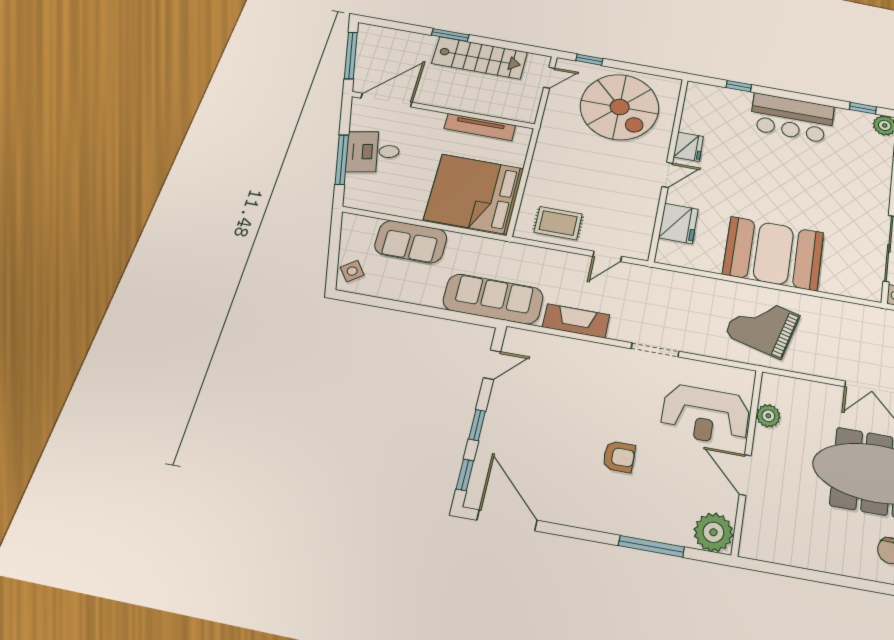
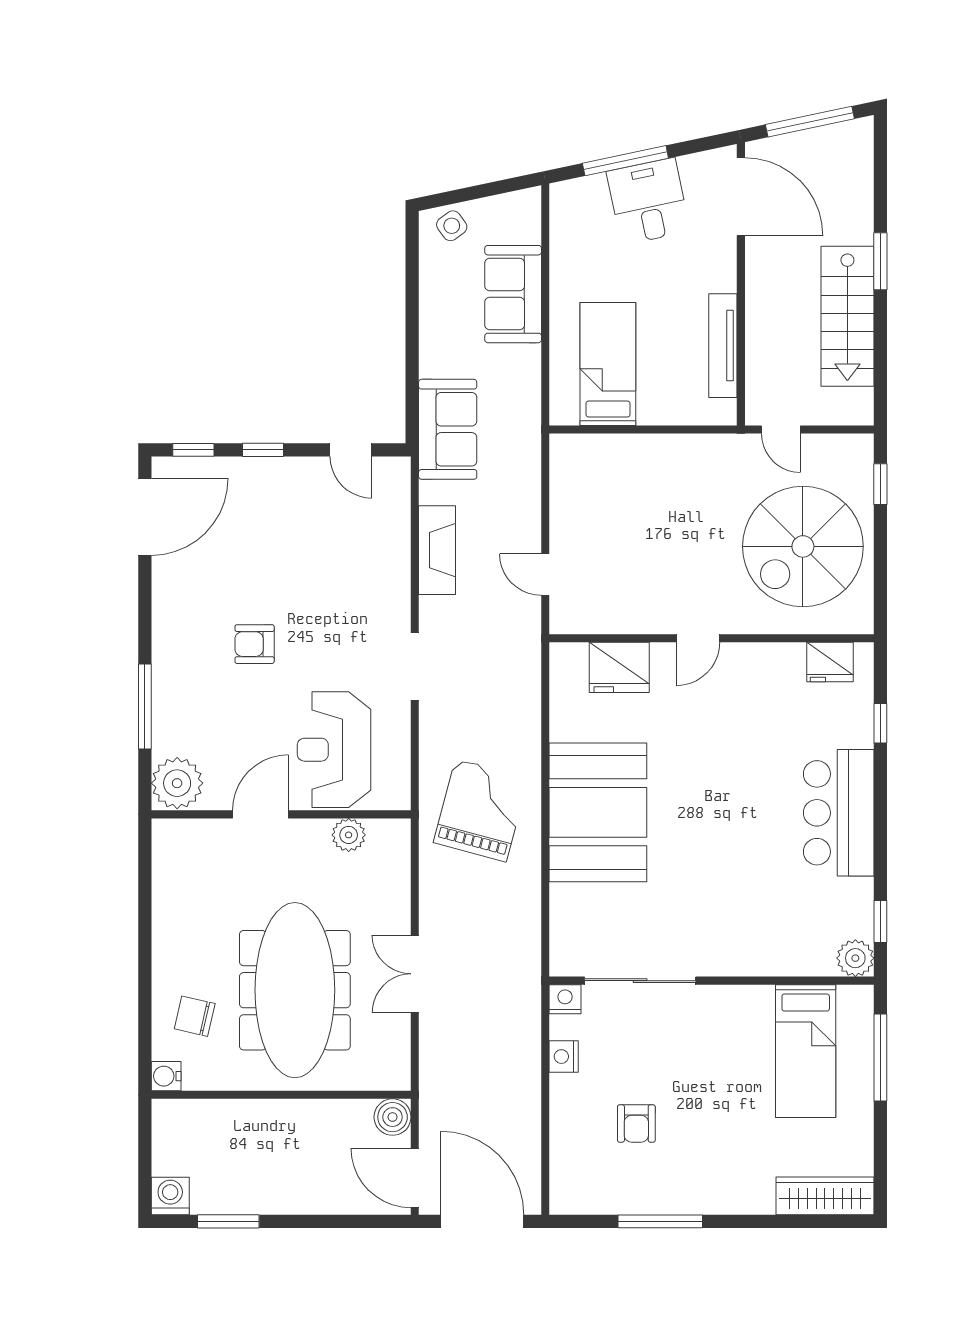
door: (549, 78) -> (781, 430), moved
fridge: (688, 147) -> (830, 662), moved
door: (667, 175) -> (698, 638), hinge flipped
bed: (474, 194) -> (608, 364), width x0.49
rug: (558, 223) -> (585, 494), removed
sofa: (493, 299) -> (448, 429), width x0.73
armchair: (619, 457) -> (255, 644), turned 90

